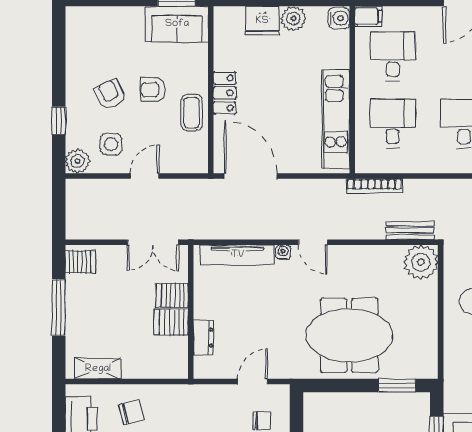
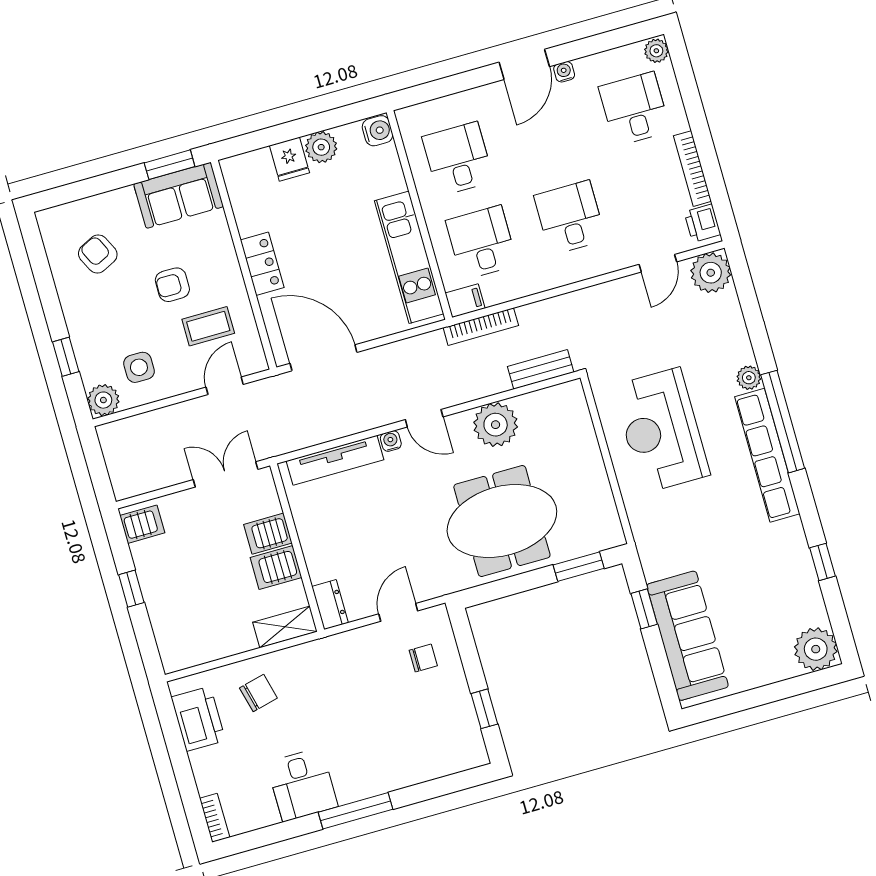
filing cabinet: (368, 16) -> (465, 301), moved
fridge: (262, 21) -> (289, 159), width x0.72
armchair: (110, 94) -> (98, 254), moved
coffee table: (192, 112) -> (208, 326), moved, turned 90
door: (145, 176) -> (225, 386), moved
double door: (153, 242) -> (226, 474), swing flipped
plant: (421, 262) -> (496, 425), moved
window: (59, 308) -> (131, 589), width x0.46
dresser: (203, 337) -> (330, 605), moved
shelving: (98, 369) -> (285, 627), moved

